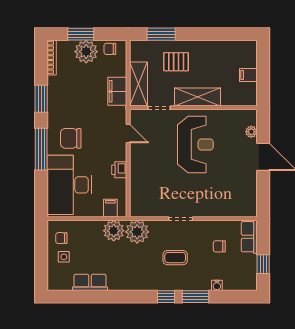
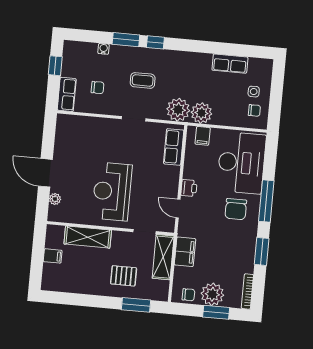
shelving: (197, 97) -> (88, 237), moved
chair: (71, 138) -> (236, 209), turned 90
printer: (119, 170) -> (189, 188), moved
row of seats: (138, 194) -> (174, 147), added

